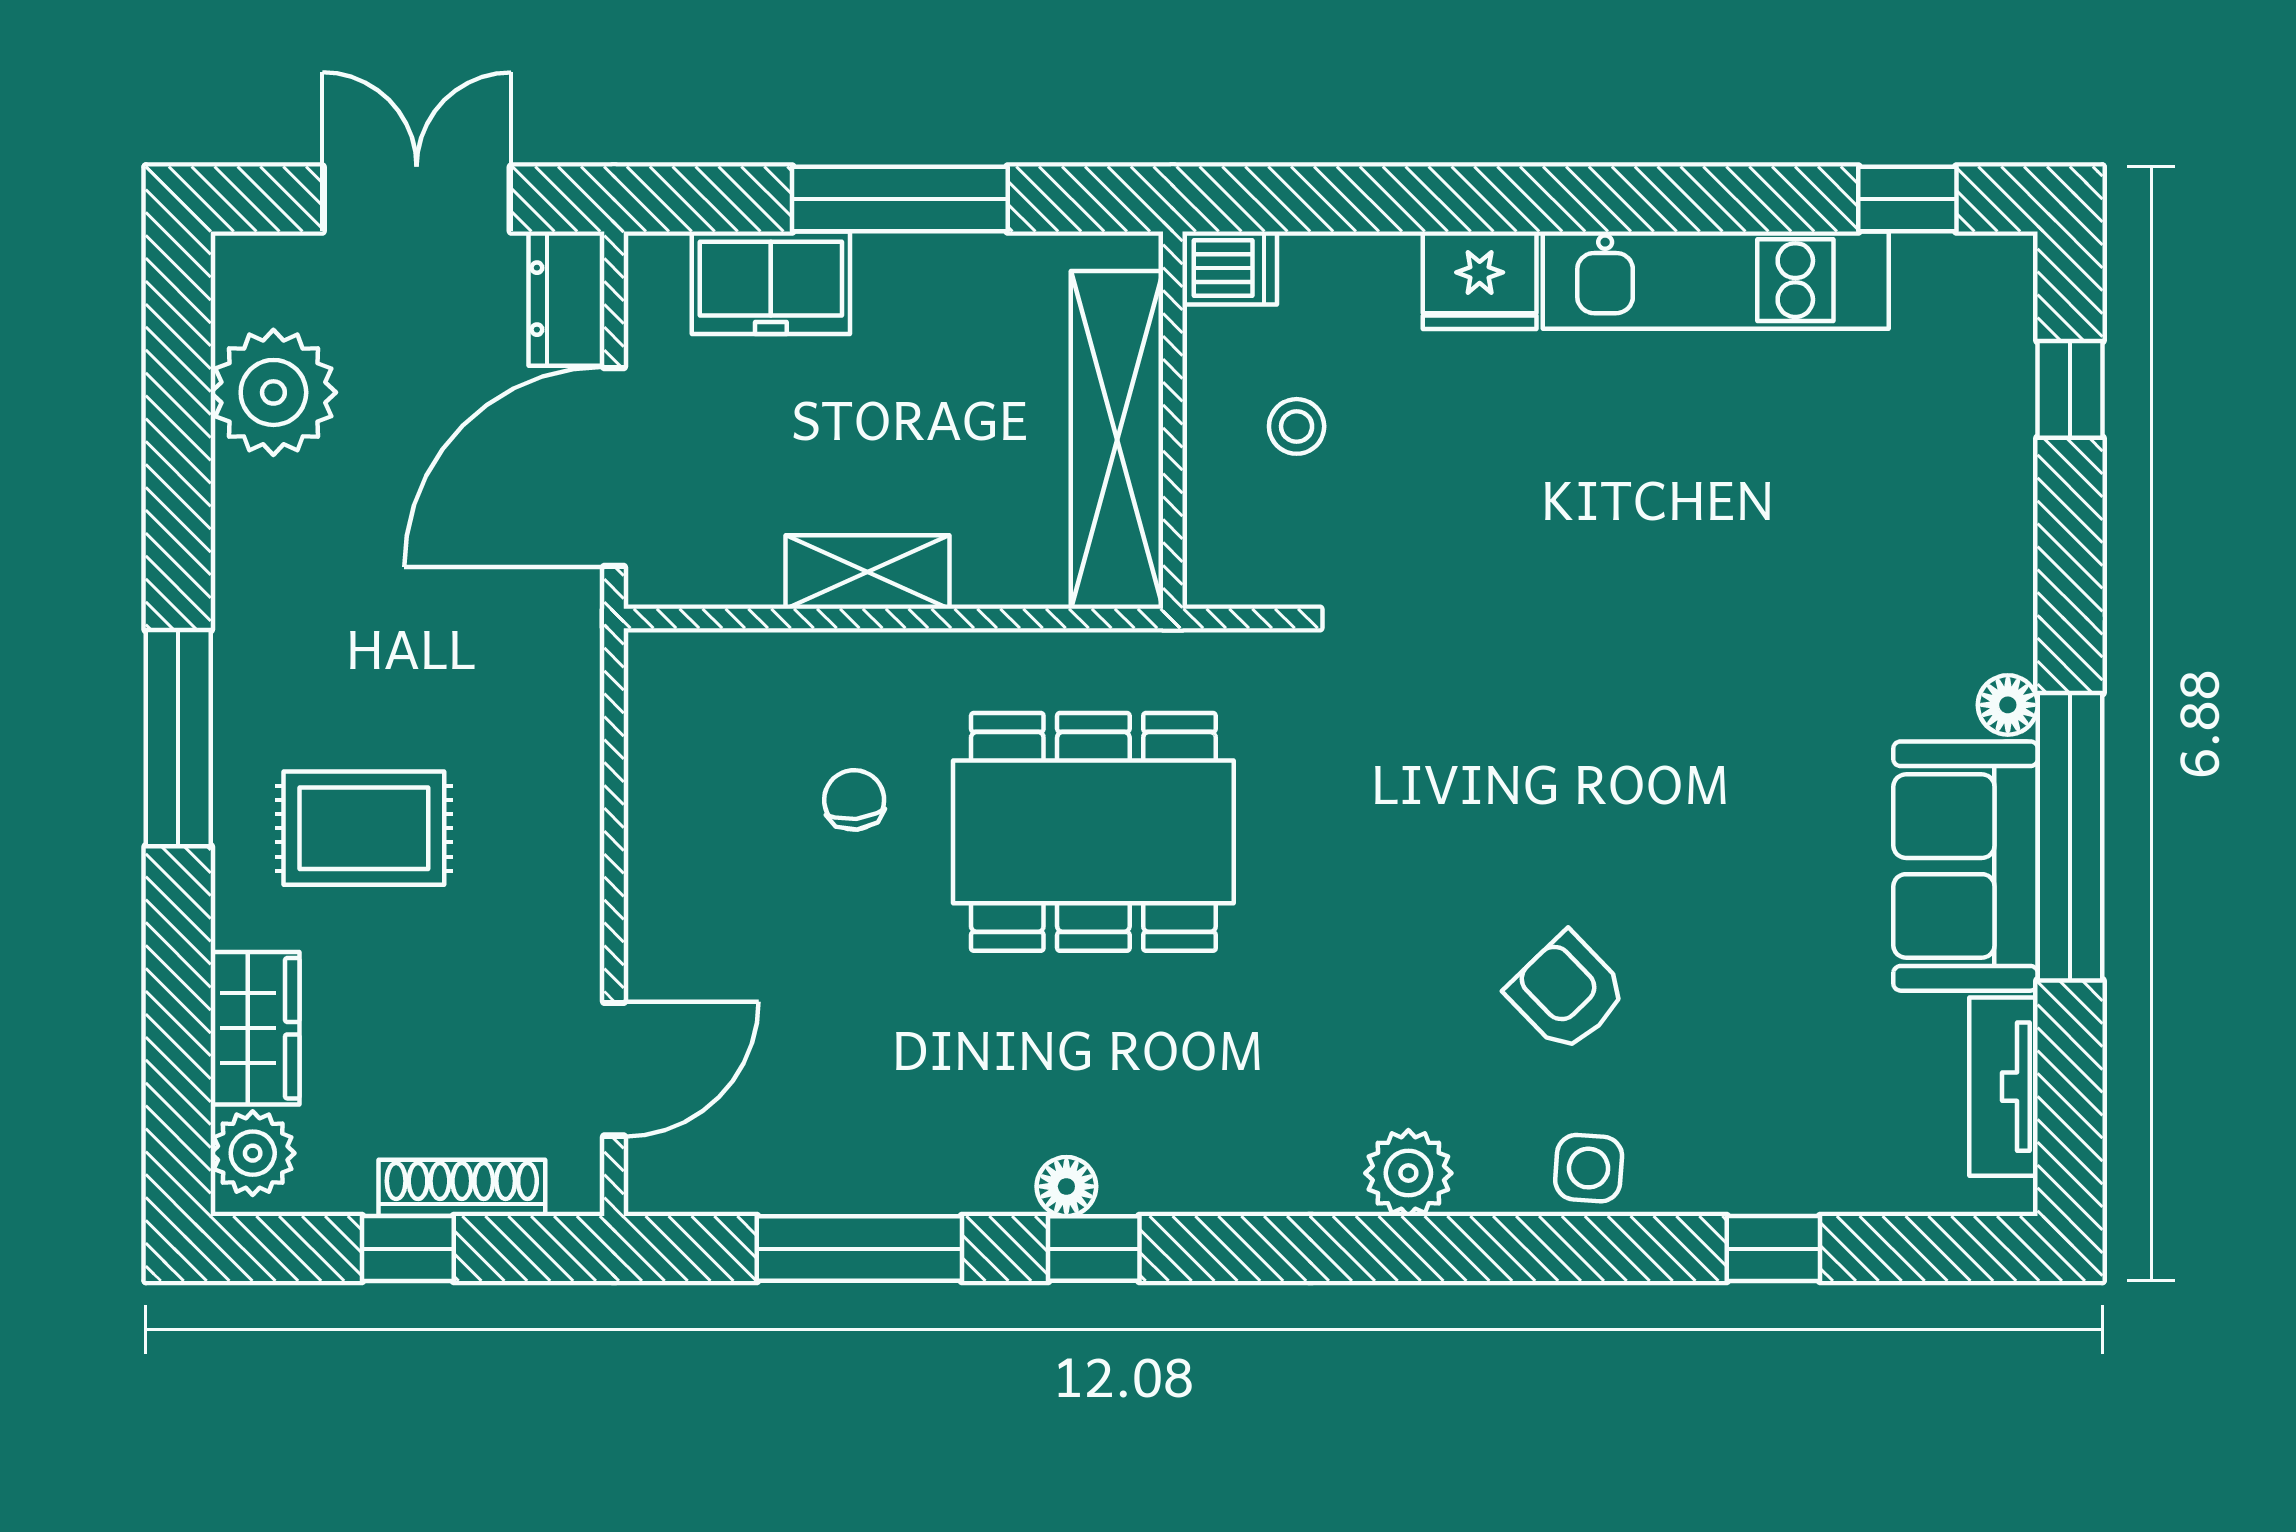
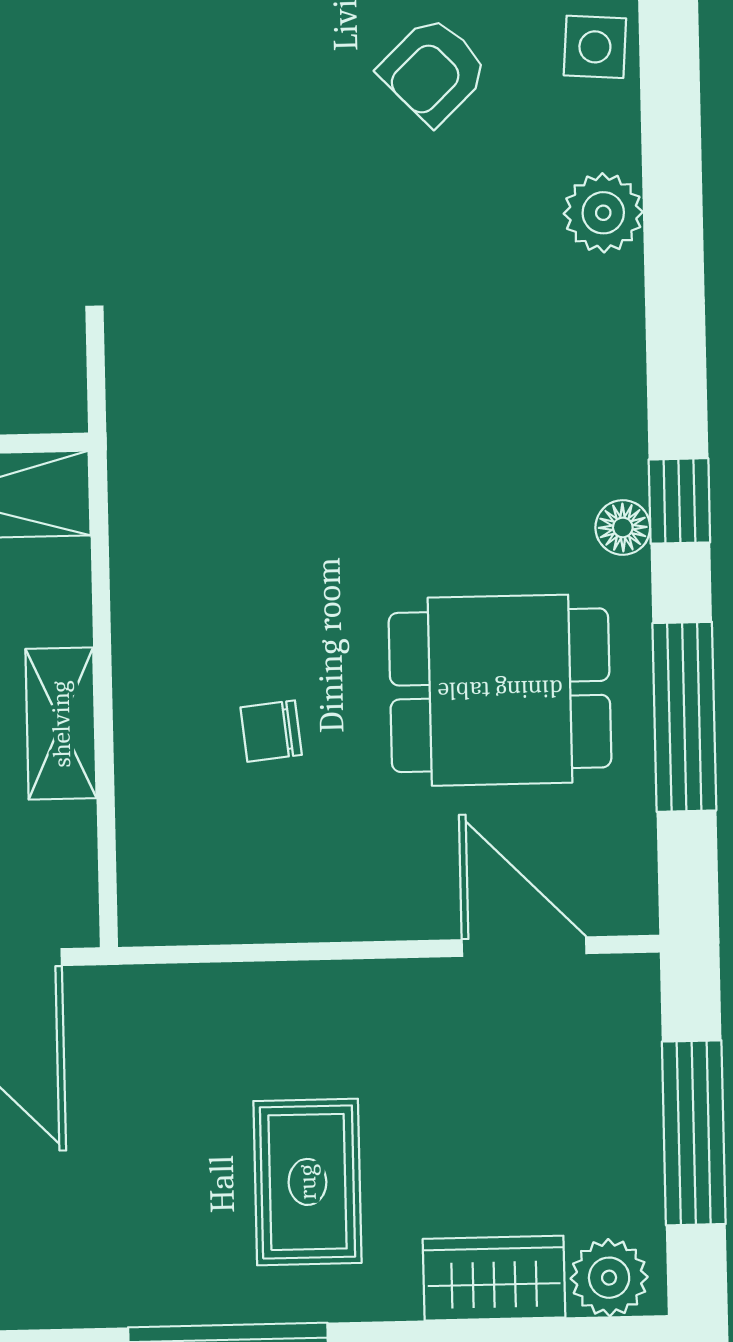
dining table: (1093, 832) -> (500, 690), moved, width x0.73
shoe rack: (462, 1188) -> (637, 1084), removed
window: (408, 1249) -> (694, 1133), width x2.17

